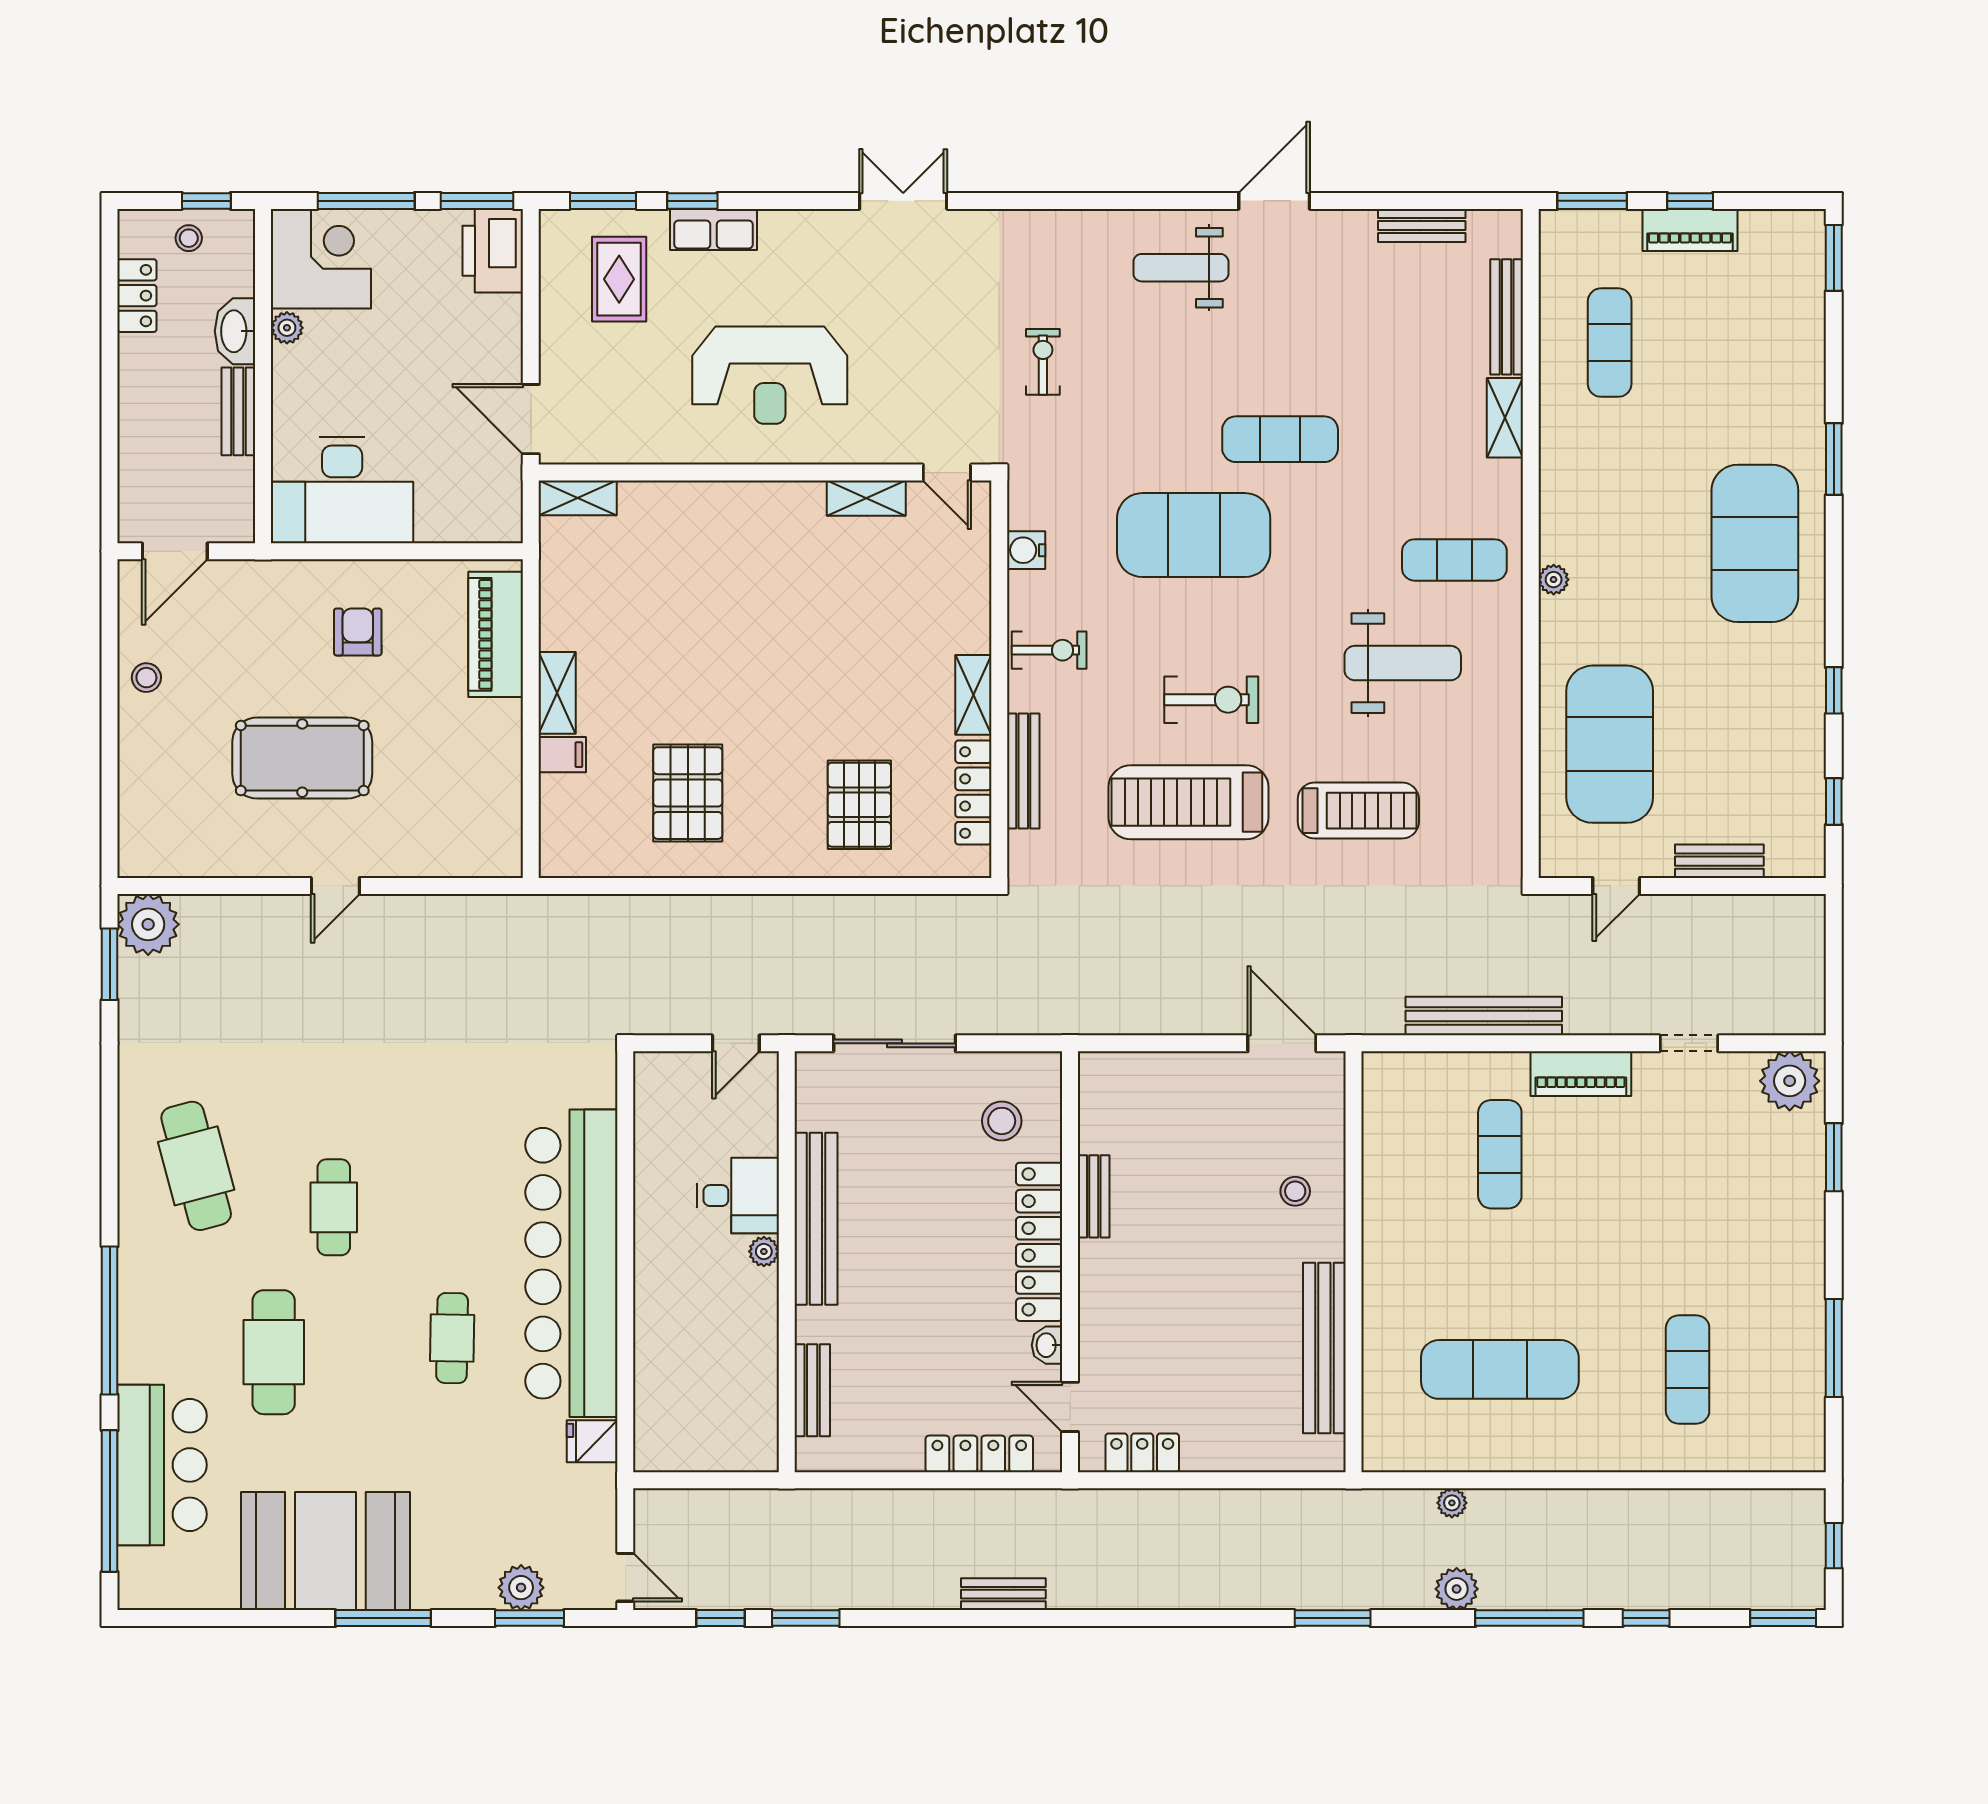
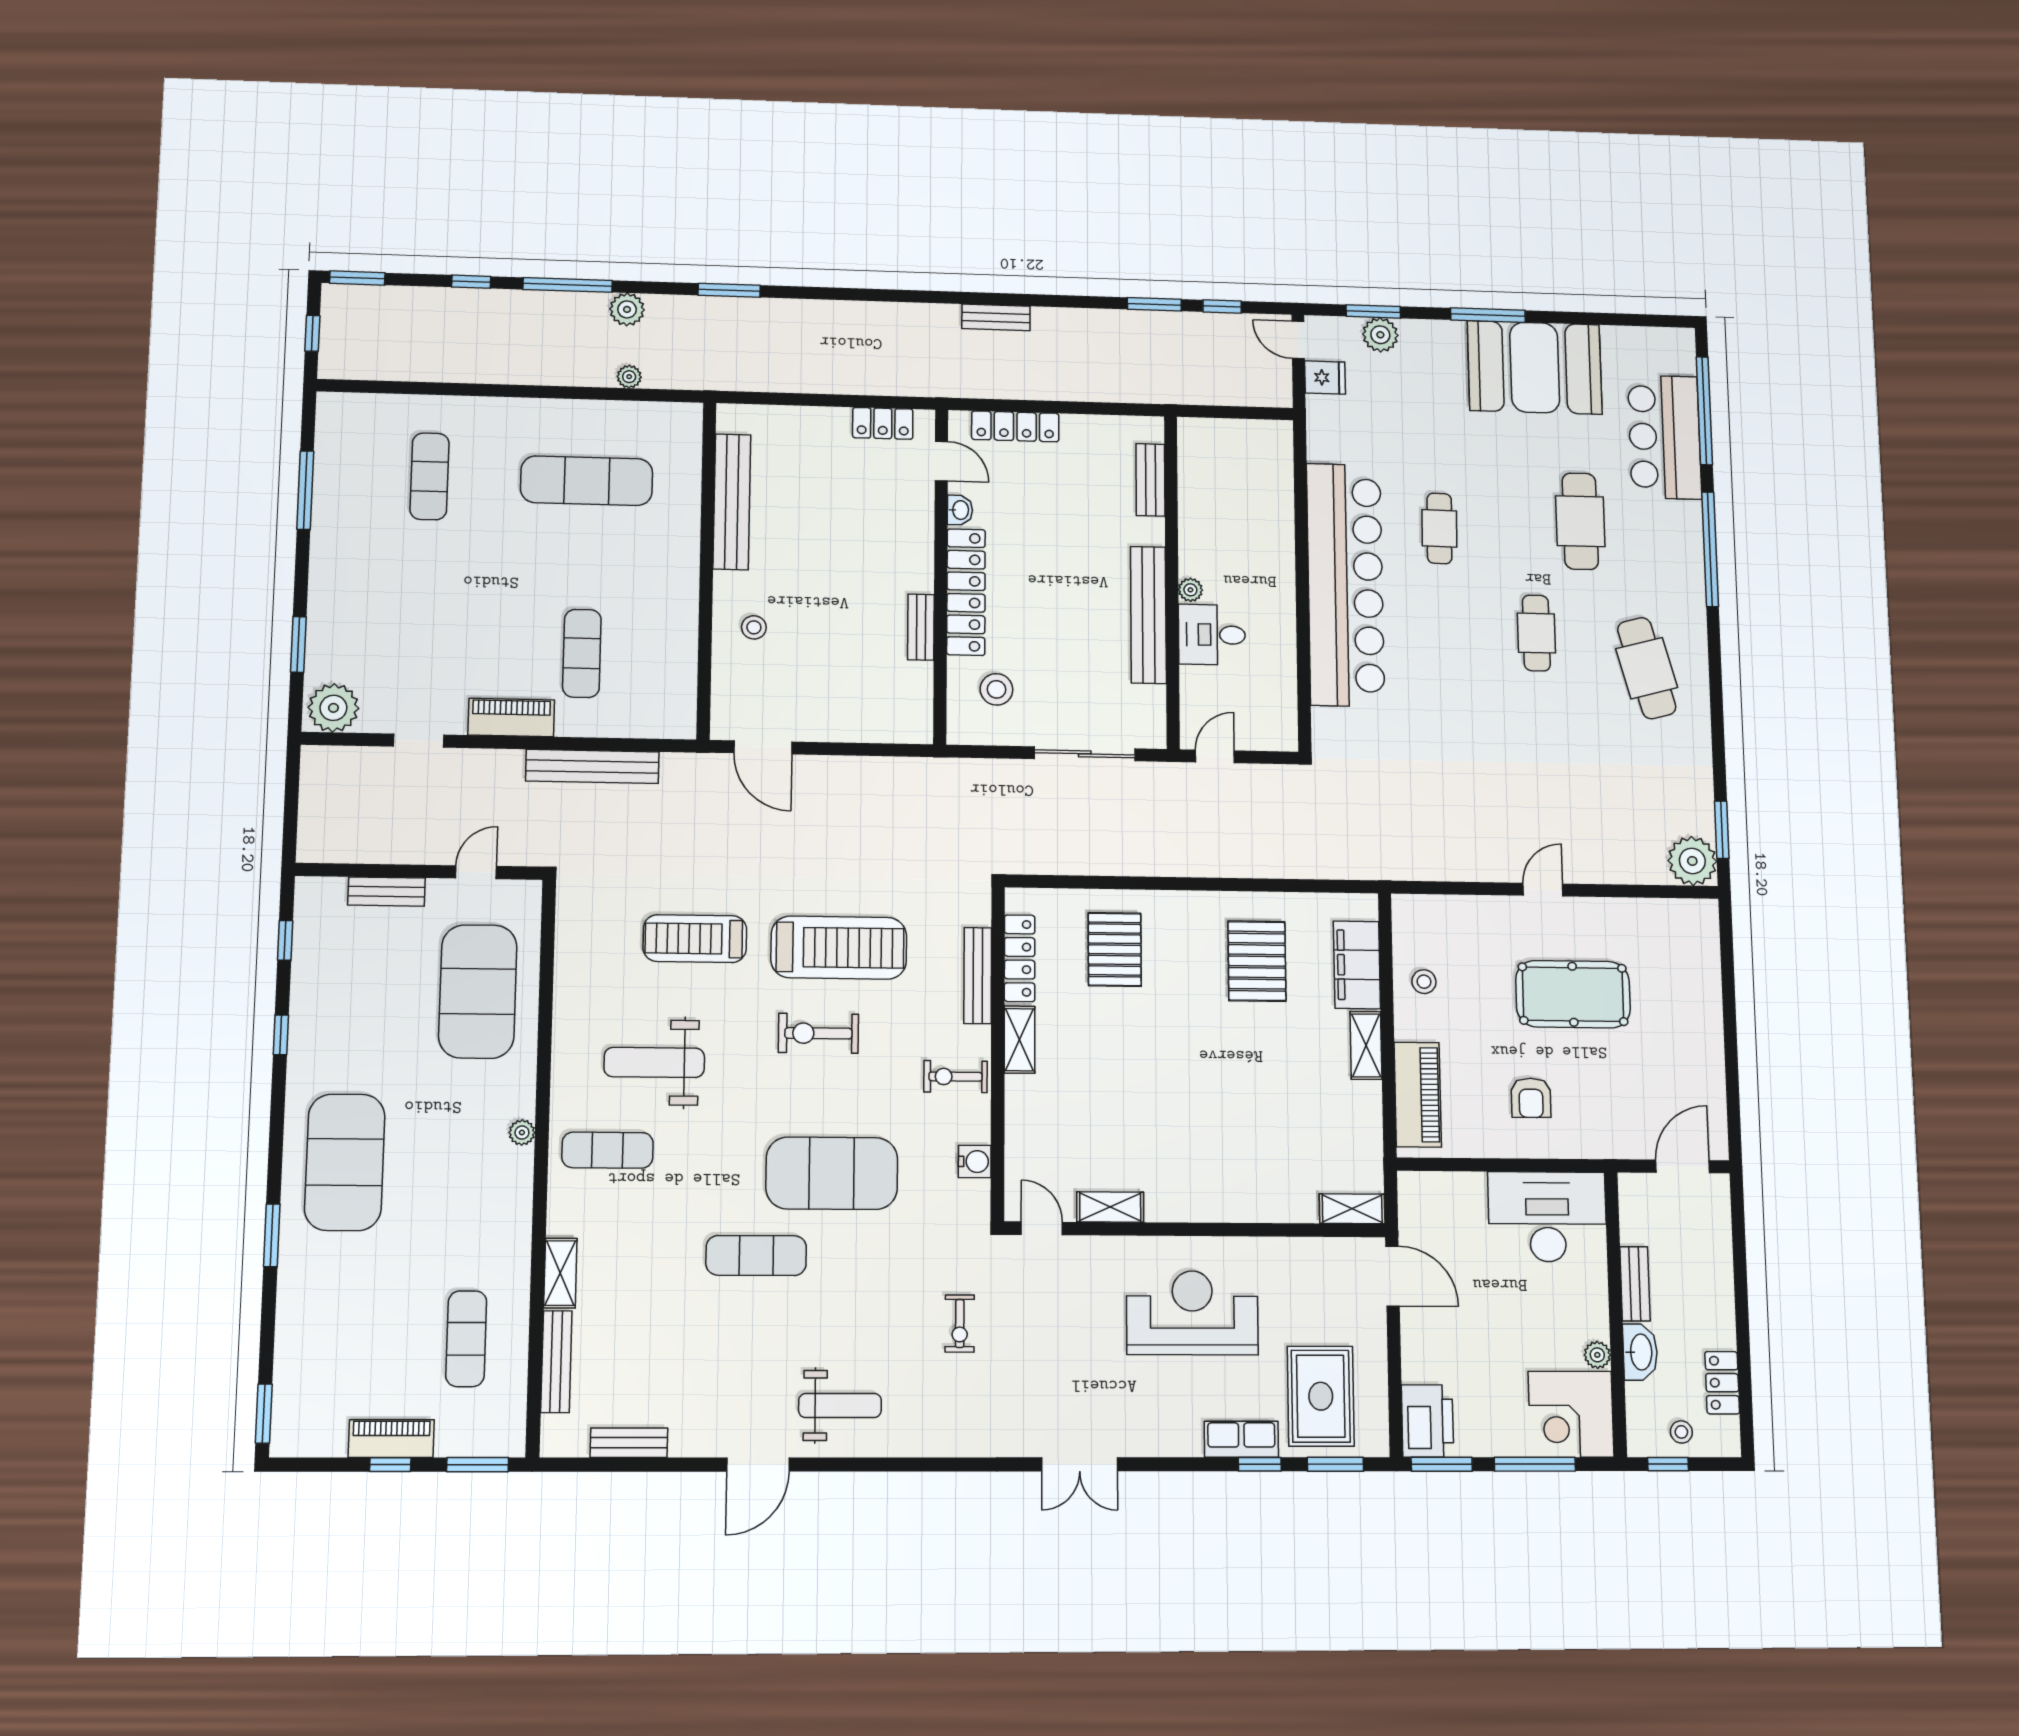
rug: (619, 279) -> (1321, 1396), width x1.36, depth x1.43
stool: (146, 678) -> (1424, 982), moved
filing cabinet: (562, 755) -> (1357, 965), width x3.00, depth x1.17
fridge: (592, 1441) -> (1325, 378), moved

